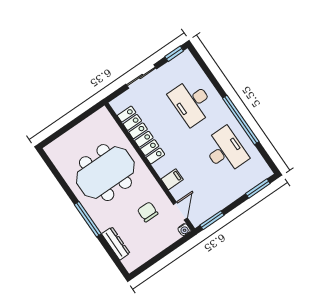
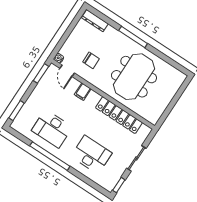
dresser: (116, 243) -> (95, 21), moved

